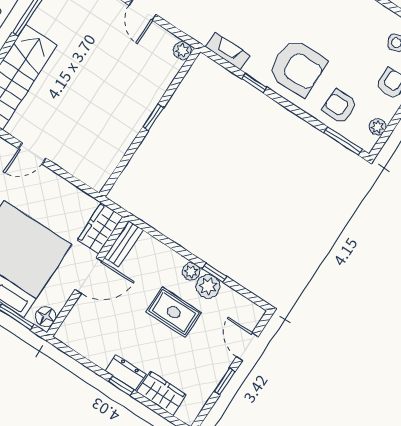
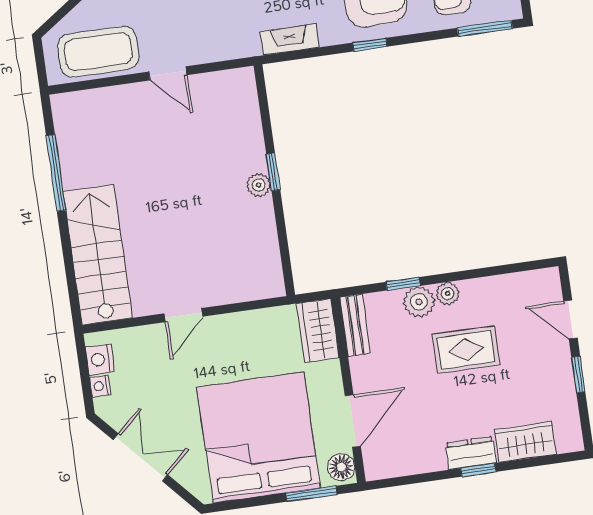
plant: (182, 51) -> (259, 185), moved
window: (254, 83) -> (370, 45), moved
window: (214, 273) -> (403, 284), moved
door: (89, 275) -> (353, 421), moved
plant: (208, 286) -> (419, 302), moved

